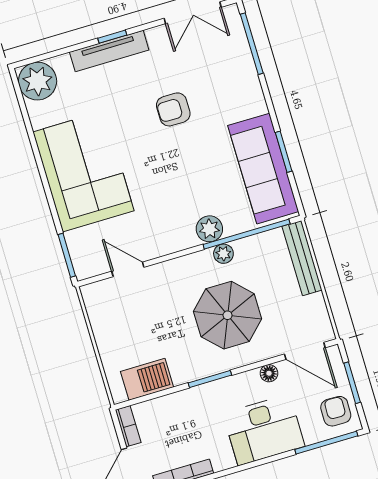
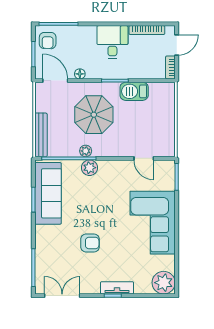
tv unit: (109, 51) -> (117, 288), width x0.71
barbecue: (147, 379) -> (134, 91), moved
desk: (264, 430) -> (112, 42), moved, width x0.73

